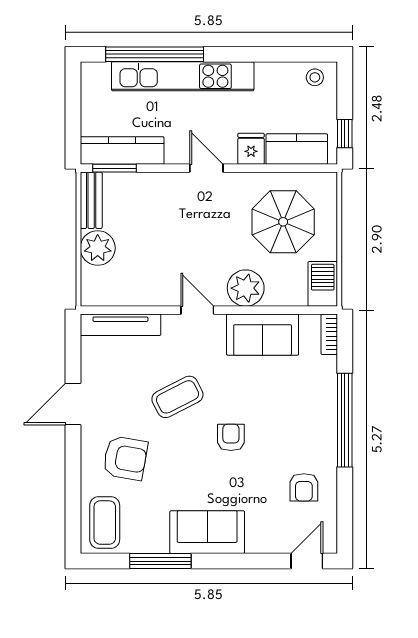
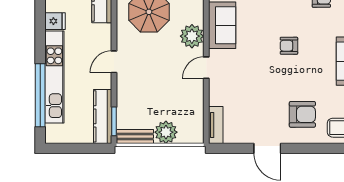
fridge: (251, 149) -> (55, 21), moved, turned 180
tv unit: (120, 325) -> (216, 125), width x0.71
coffee table: (177, 397) -> (263, 80), removed
armchair: (125, 458) -> (302, 114), turned 80

